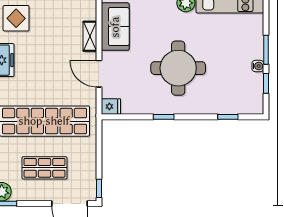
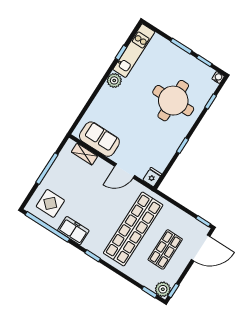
shelving: (90, 36) -> (84, 154), moved
water cooler: (258, 66) -> (218, 78), moved
round table: (178, 68) -> (173, 101), moved

